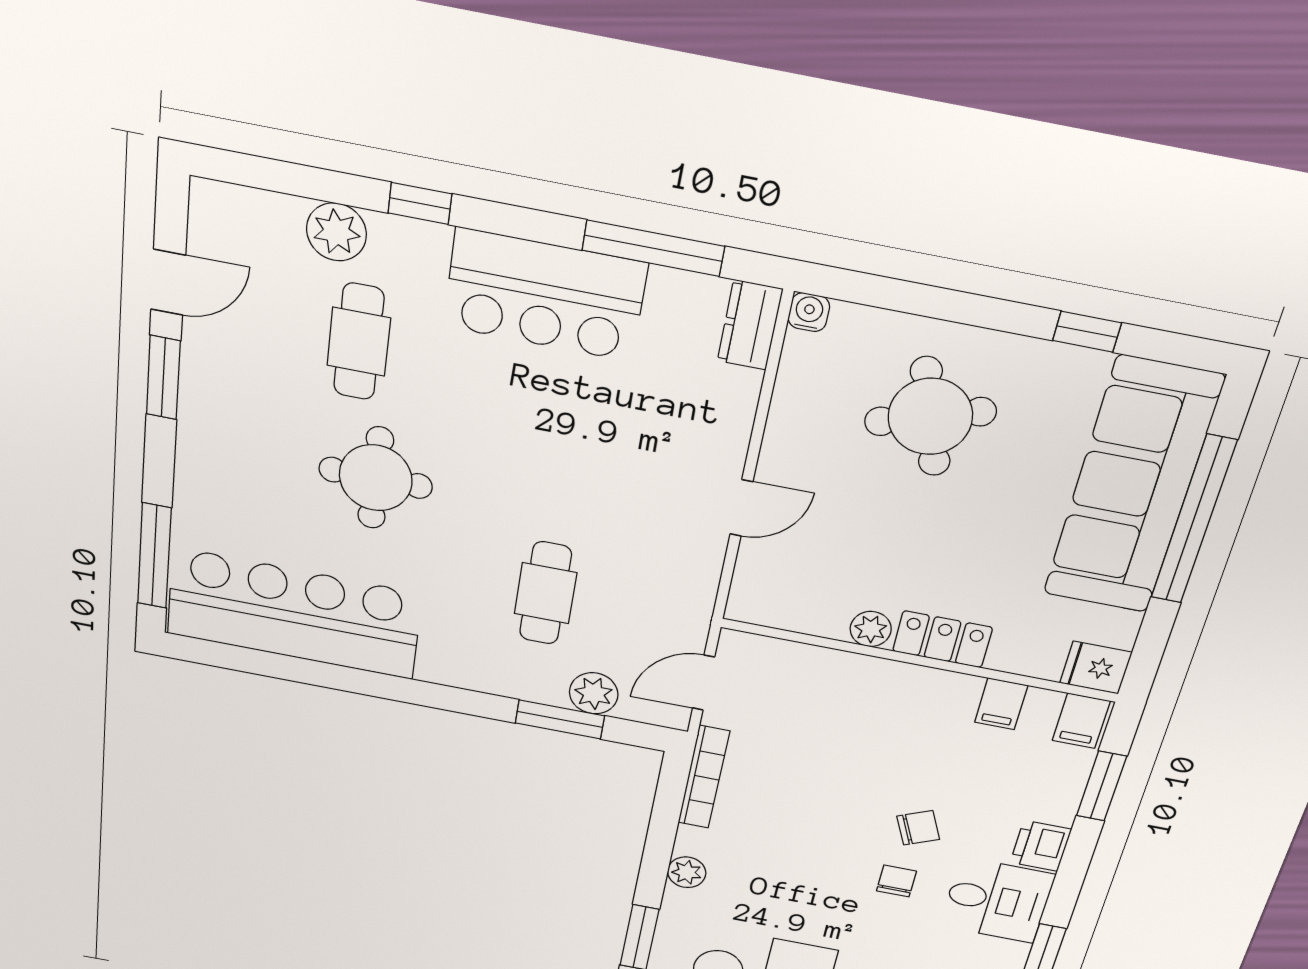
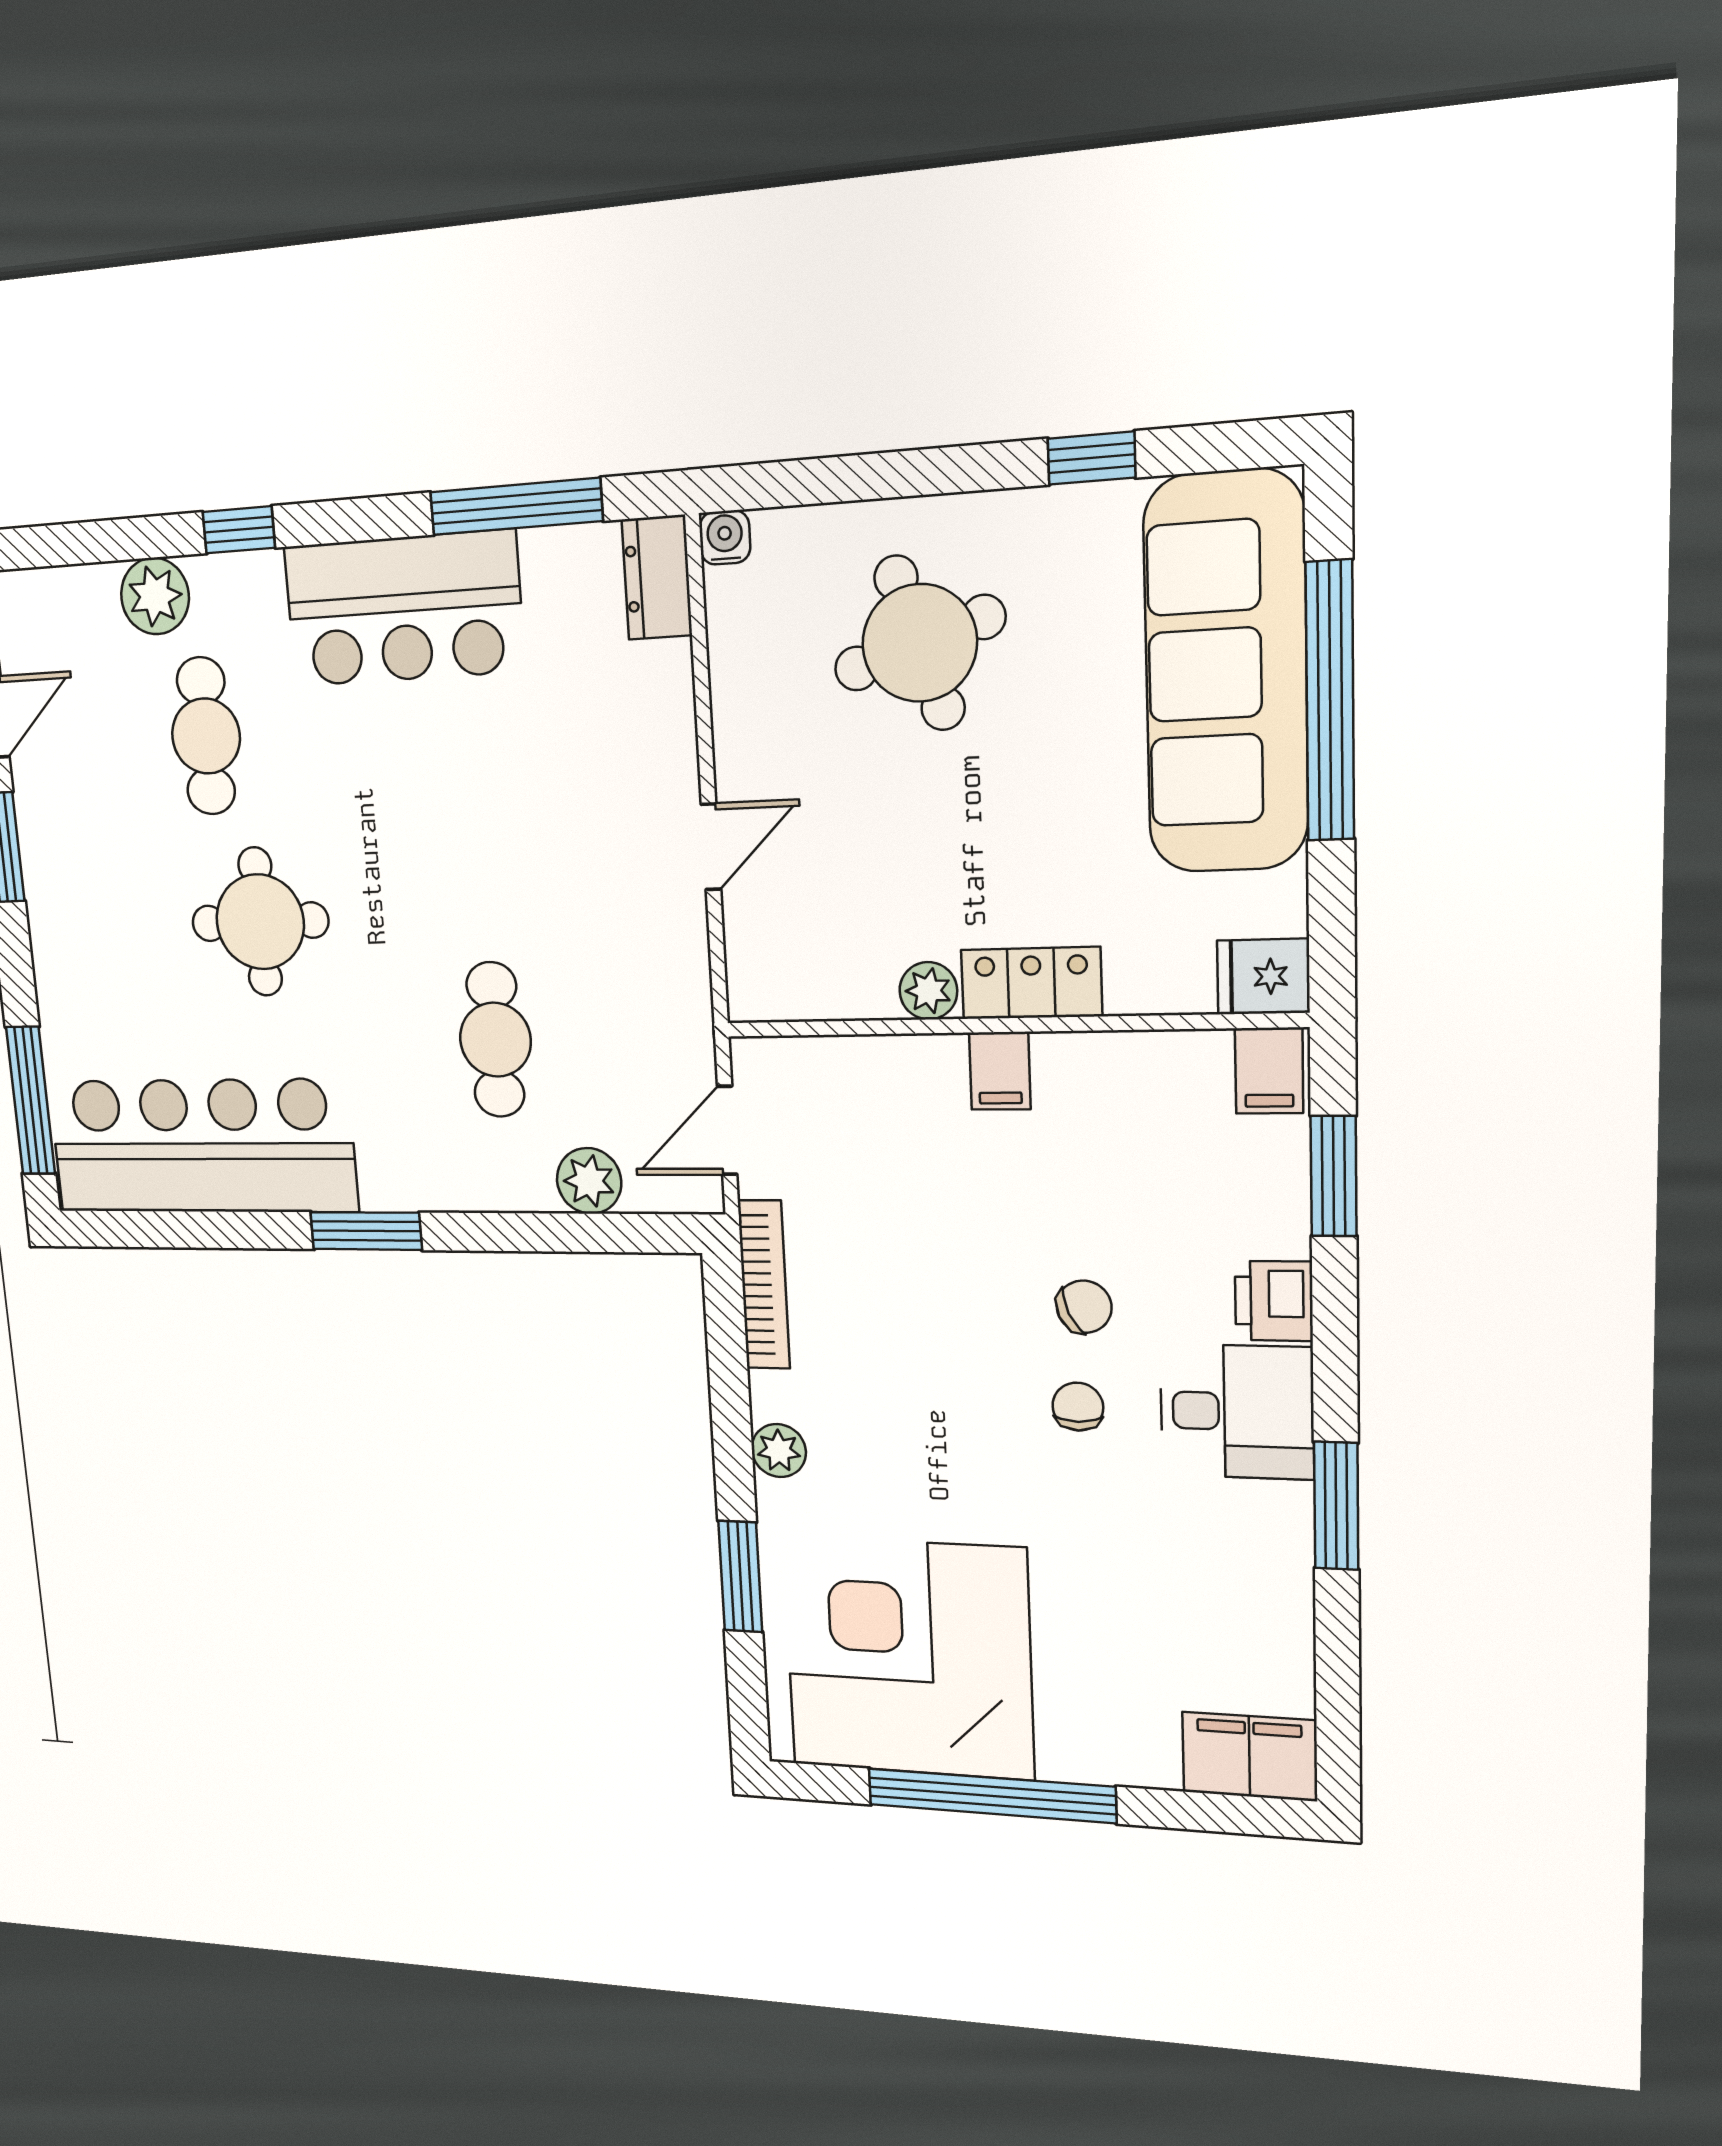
filing cabinet: (1001, 704) -> (1000, 1071), moved
window: (560, 719) -> (366, 1231), moved

